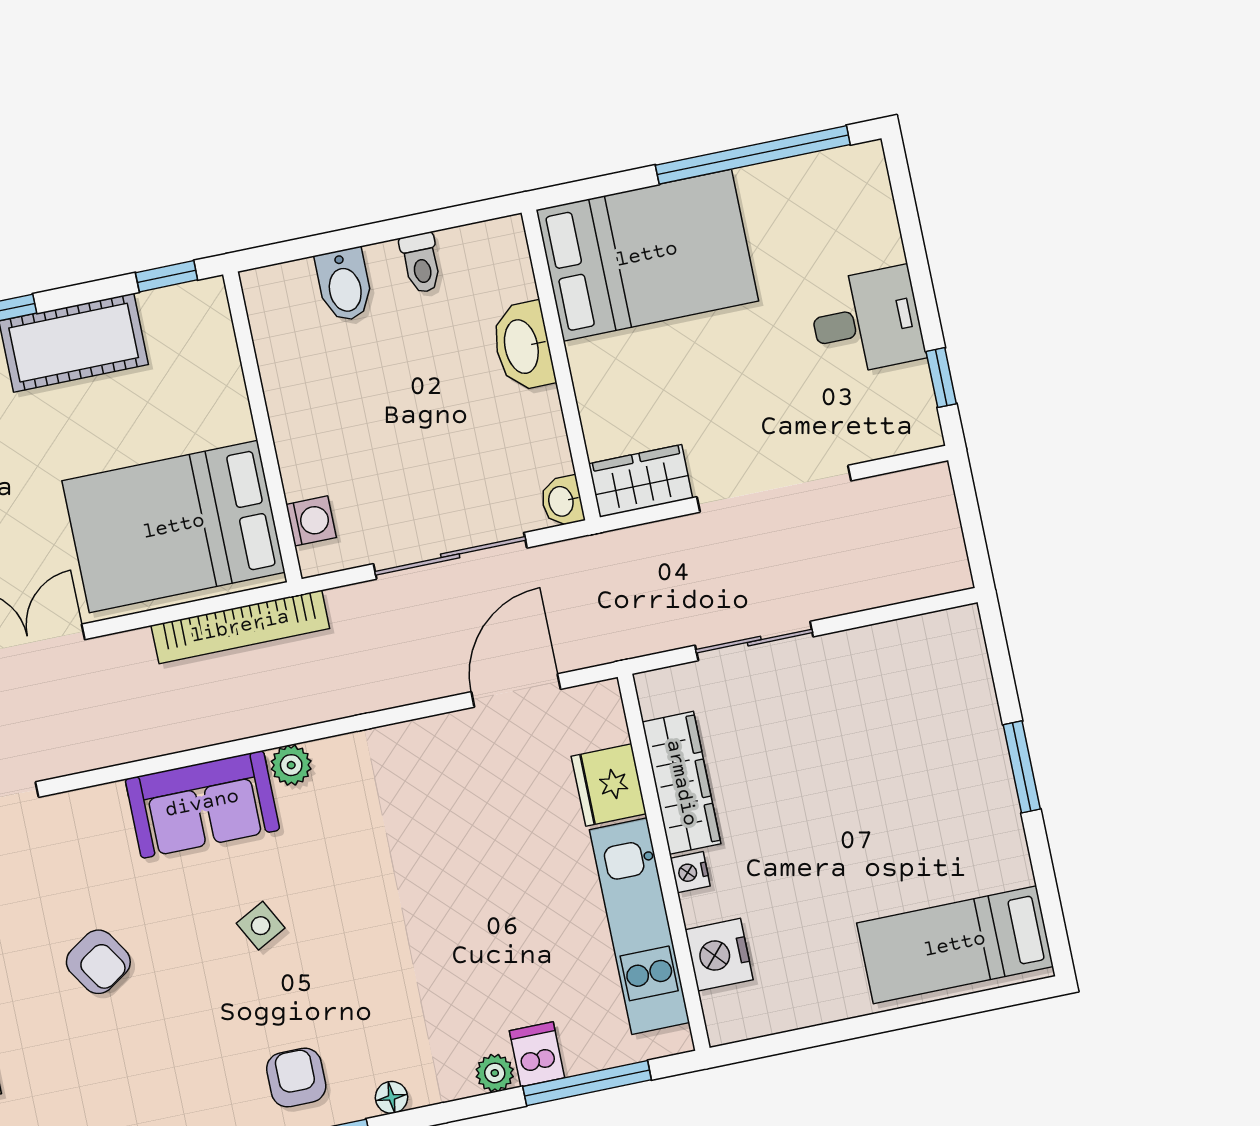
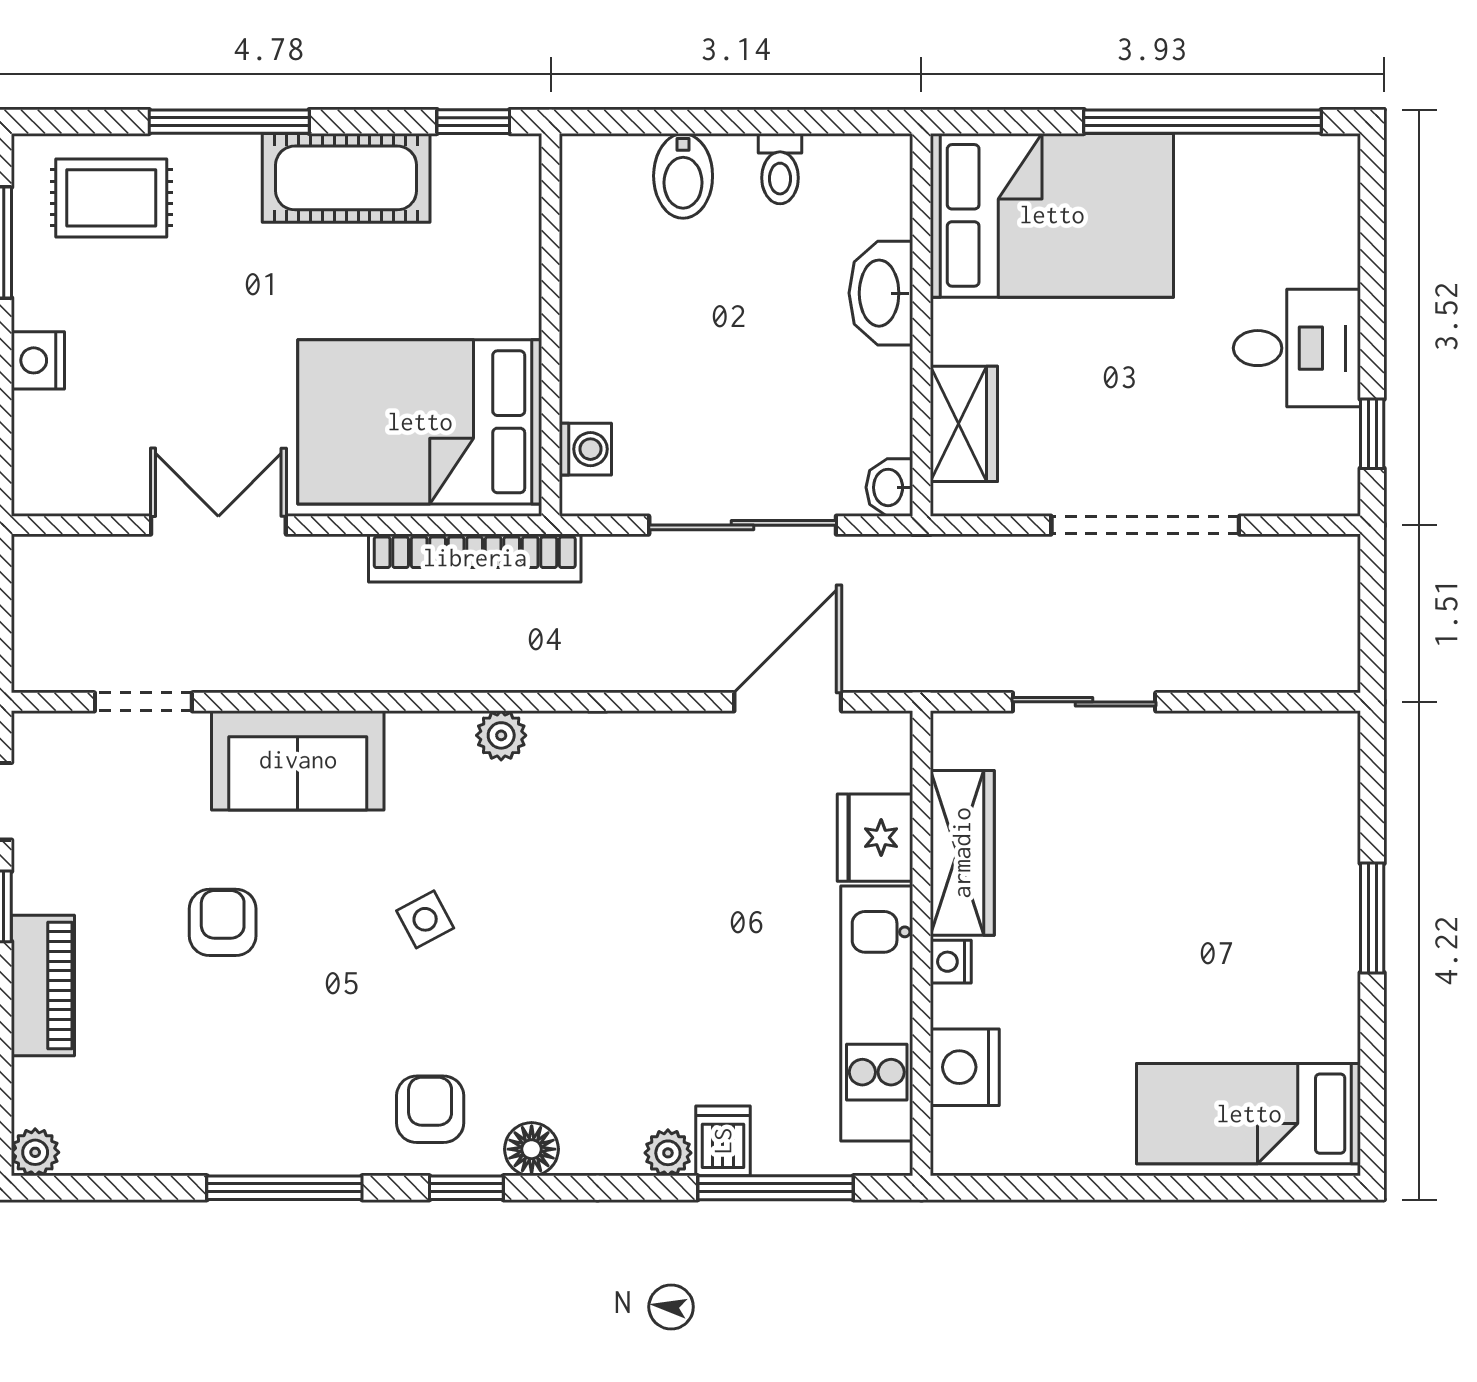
wardrobe: (641, 481) -> (964, 424), moved, turned 90
sofa: (202, 804) -> (298, 760), moved
armchair: (98, 962) -> (223, 922), turned -147
floor lamp: (391, 1097) -> (532, 1149), width x1.37, depth x1.37

